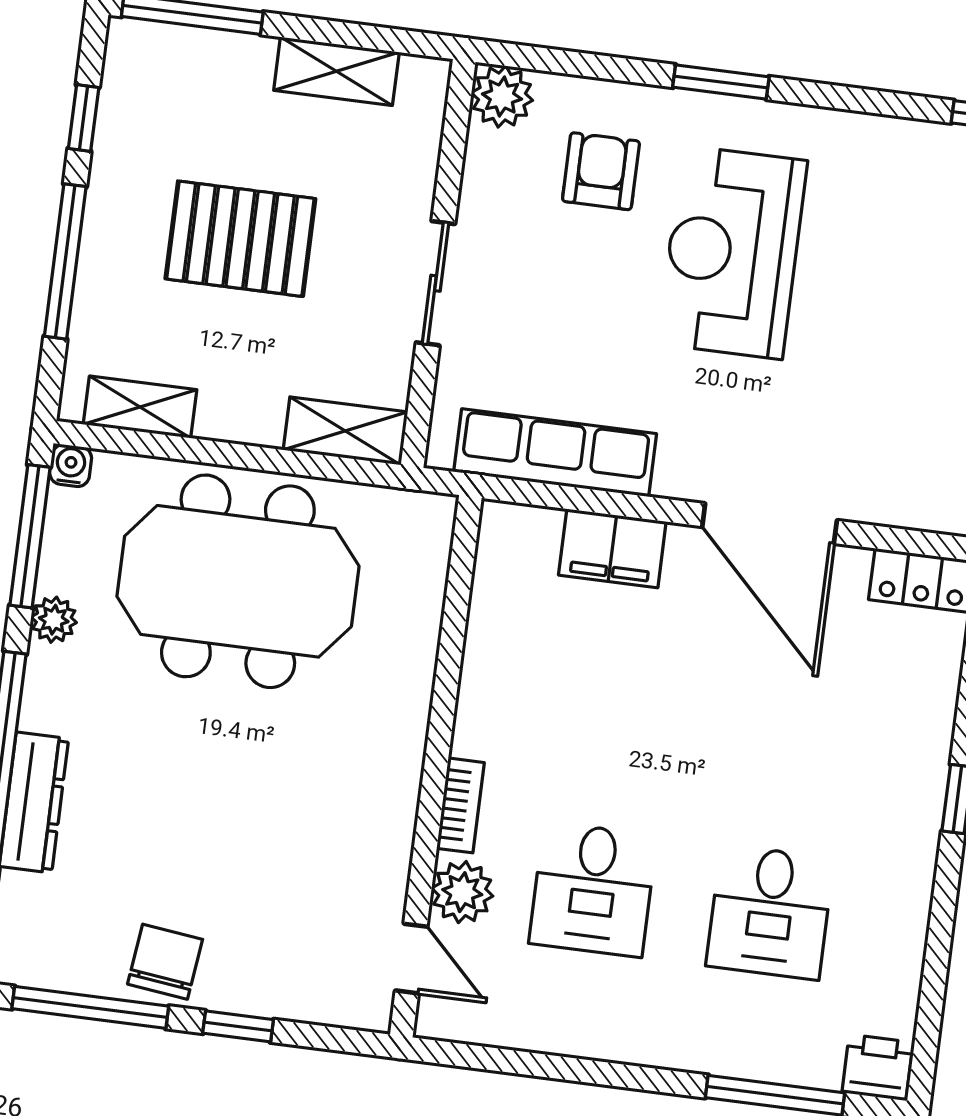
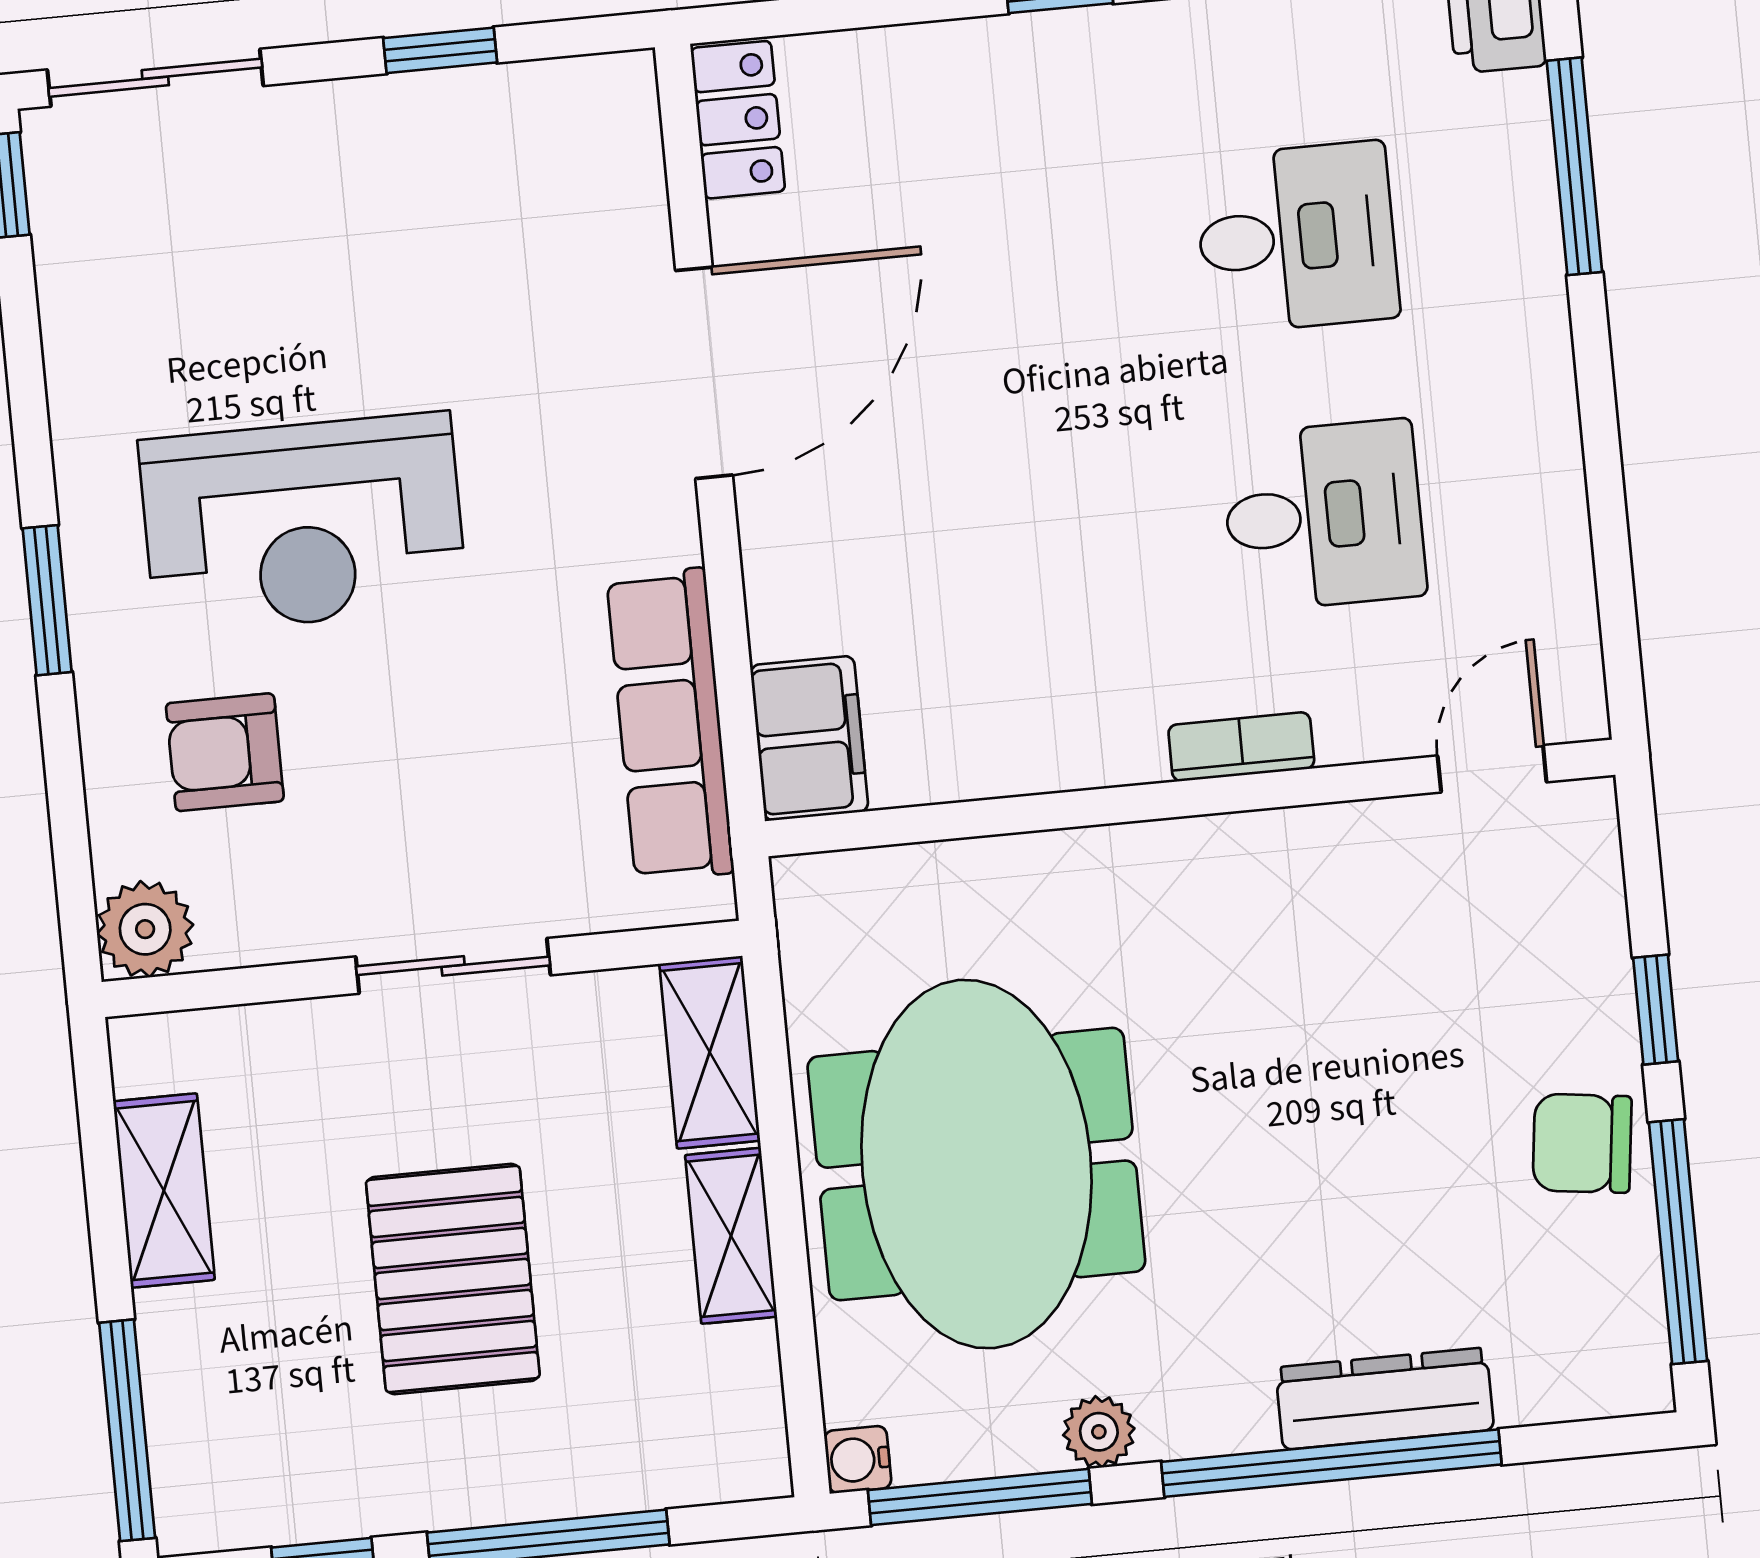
shelving: (140, 407) -> (731, 1236), moved
filing cabinet: (612, 548) -> (809, 738), moved
plant: (462, 892) -> (1373, 714), removed

